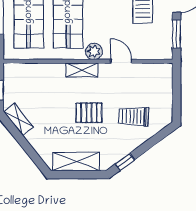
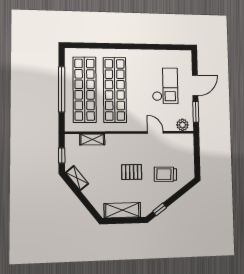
plant: (94, 51) -> (182, 125), moved
shelving: (82, 70) -> (92, 139), moved

